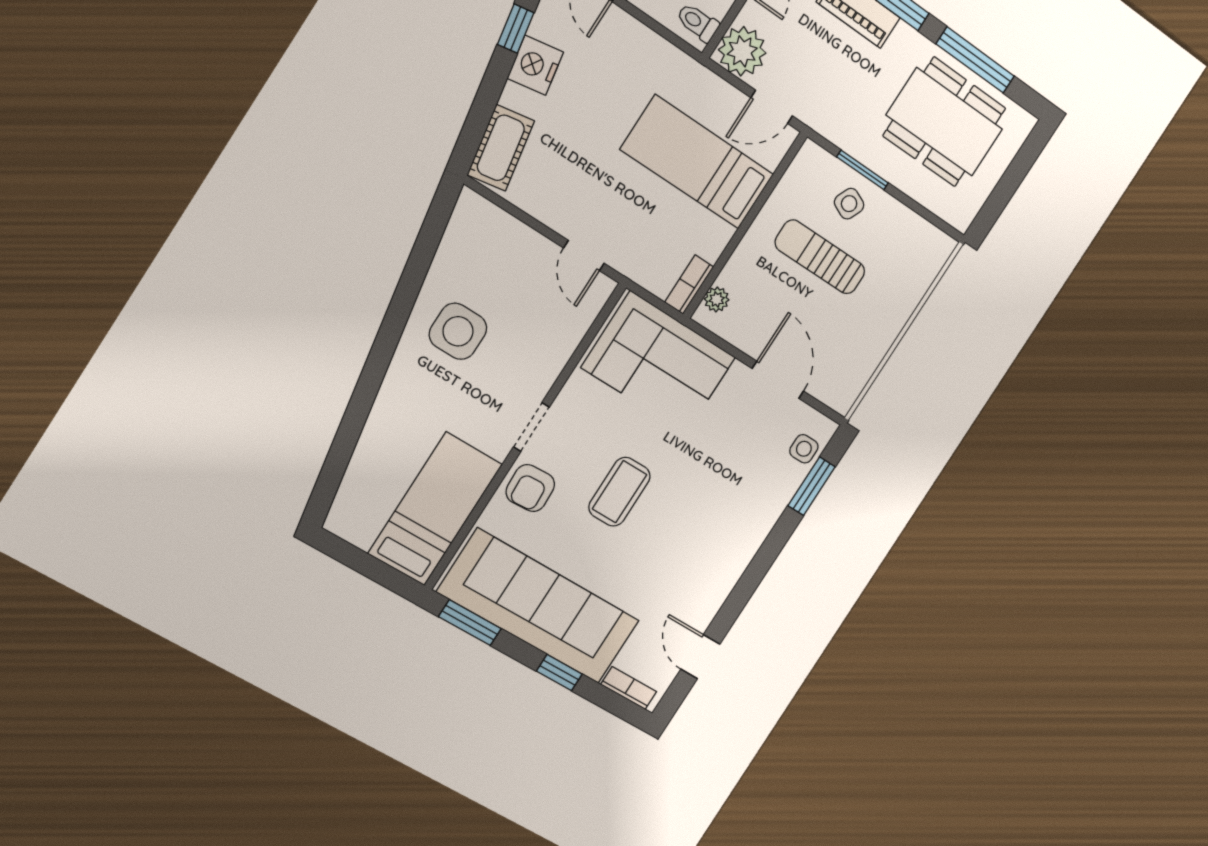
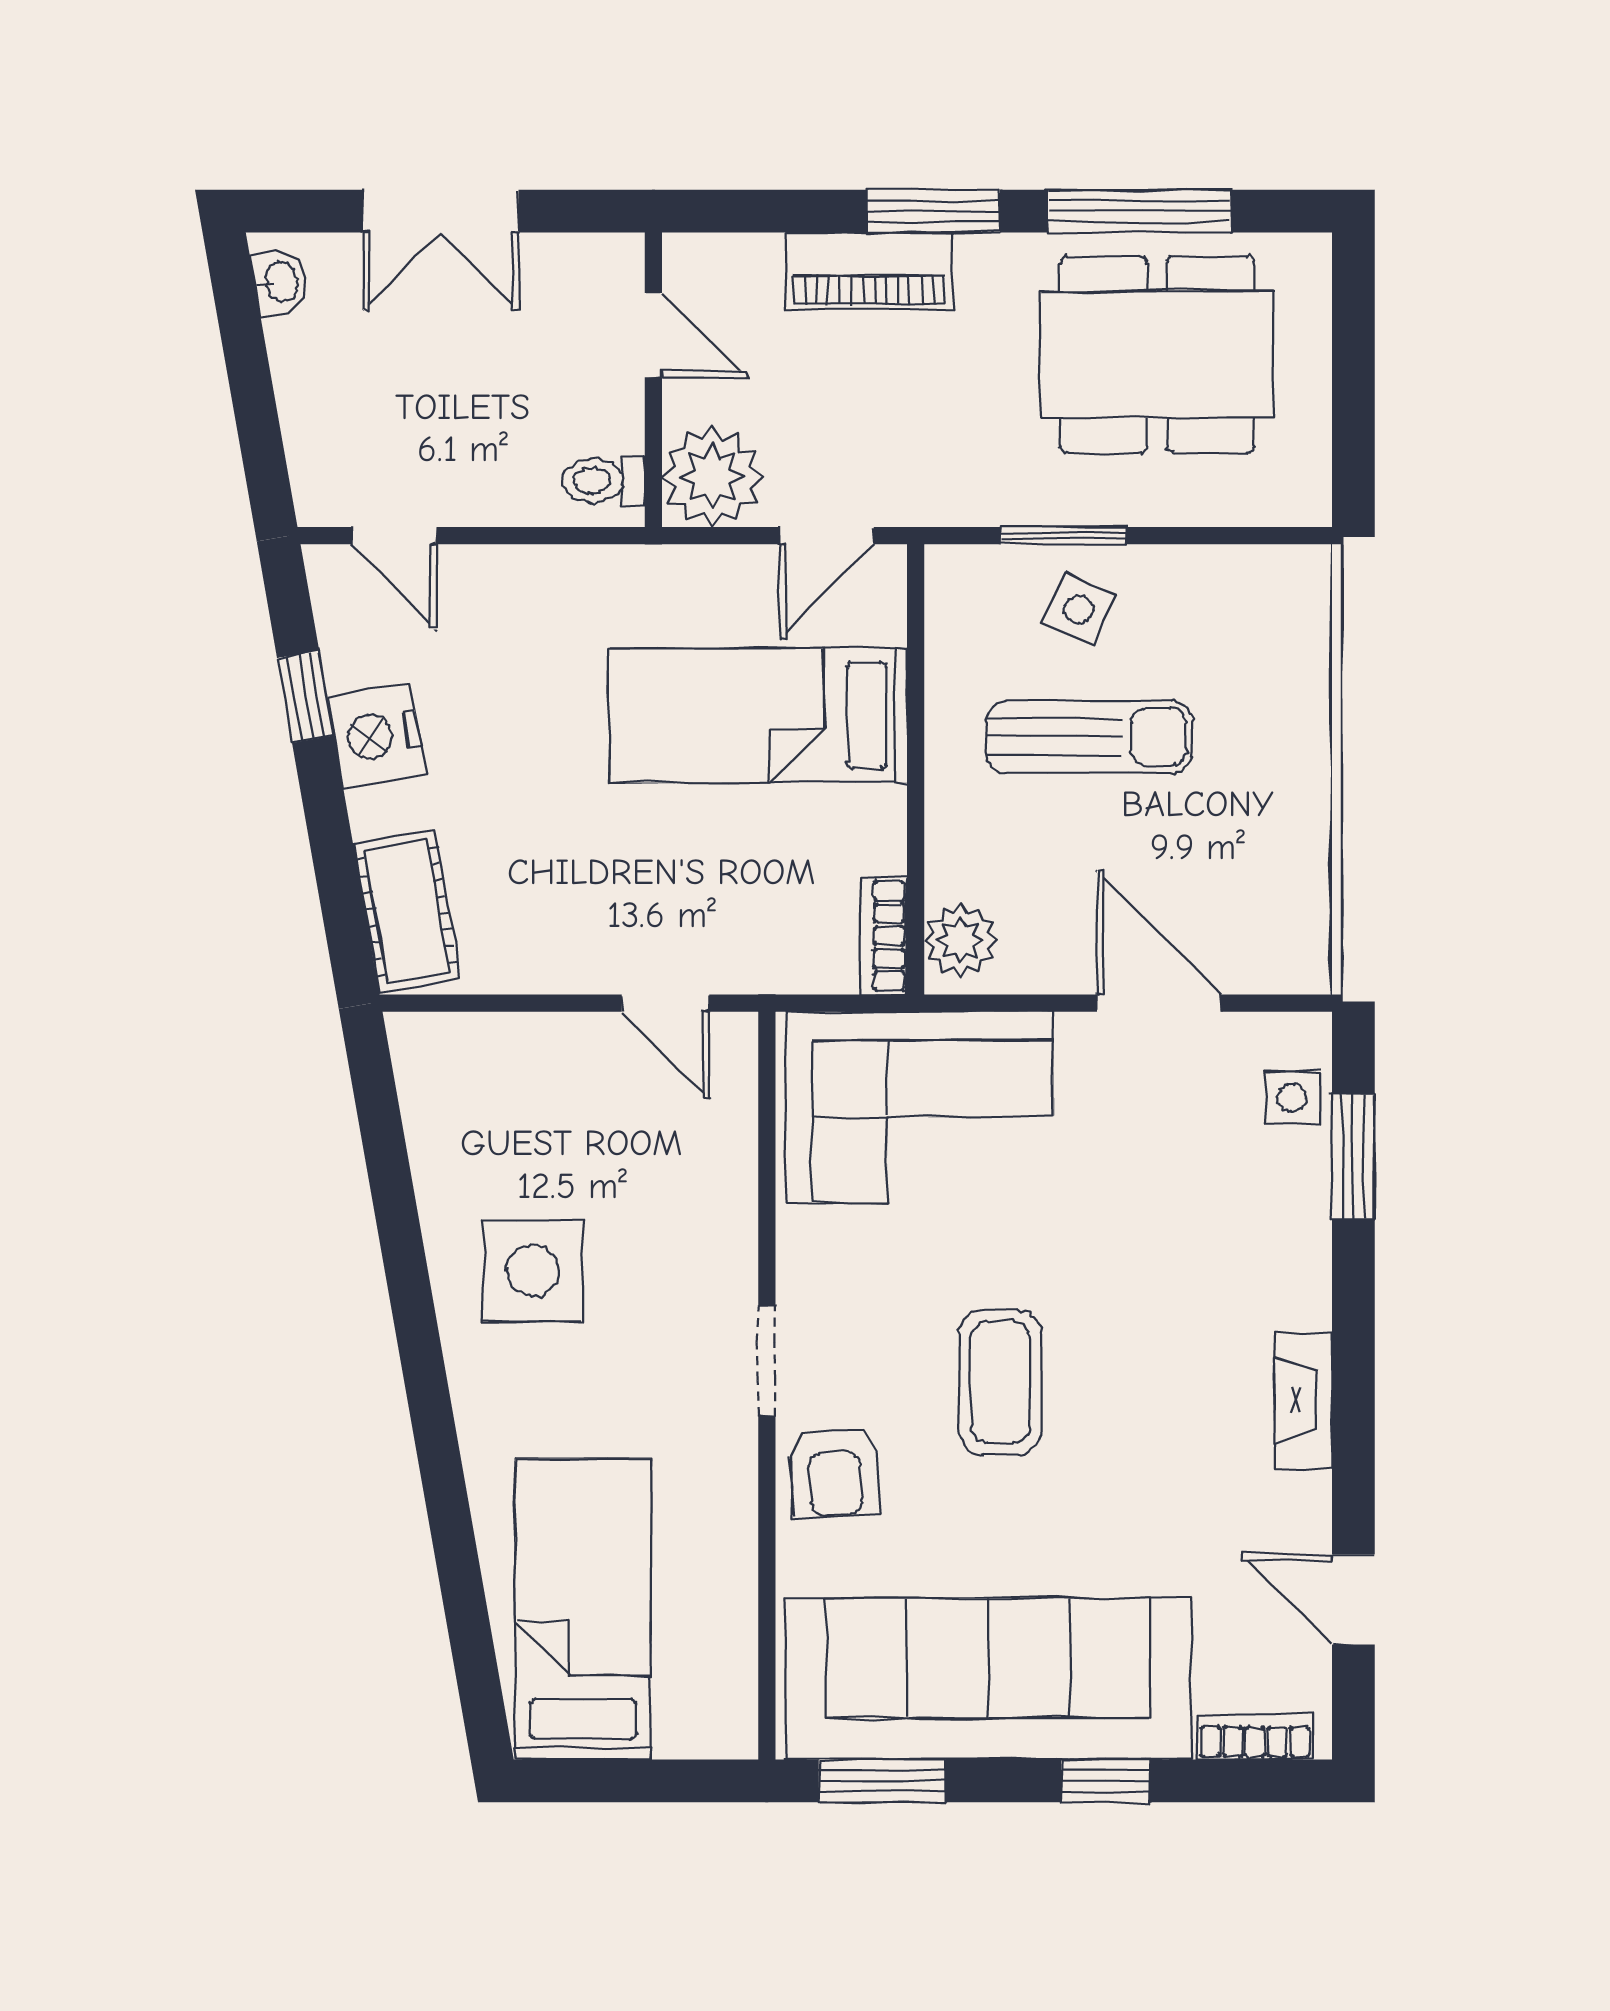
sun lounger: (820, 257) -> (1089, 737), turned 180
plant: (717, 299) -> (961, 940), width x1.38, depth x1.38
bed: (435, 509) -> (583, 1609), moved
fireplace: (731, 569) -> (1303, 1400), added

